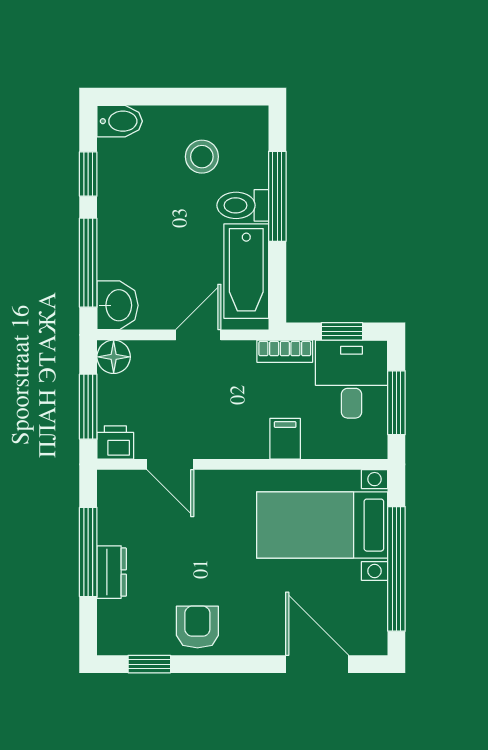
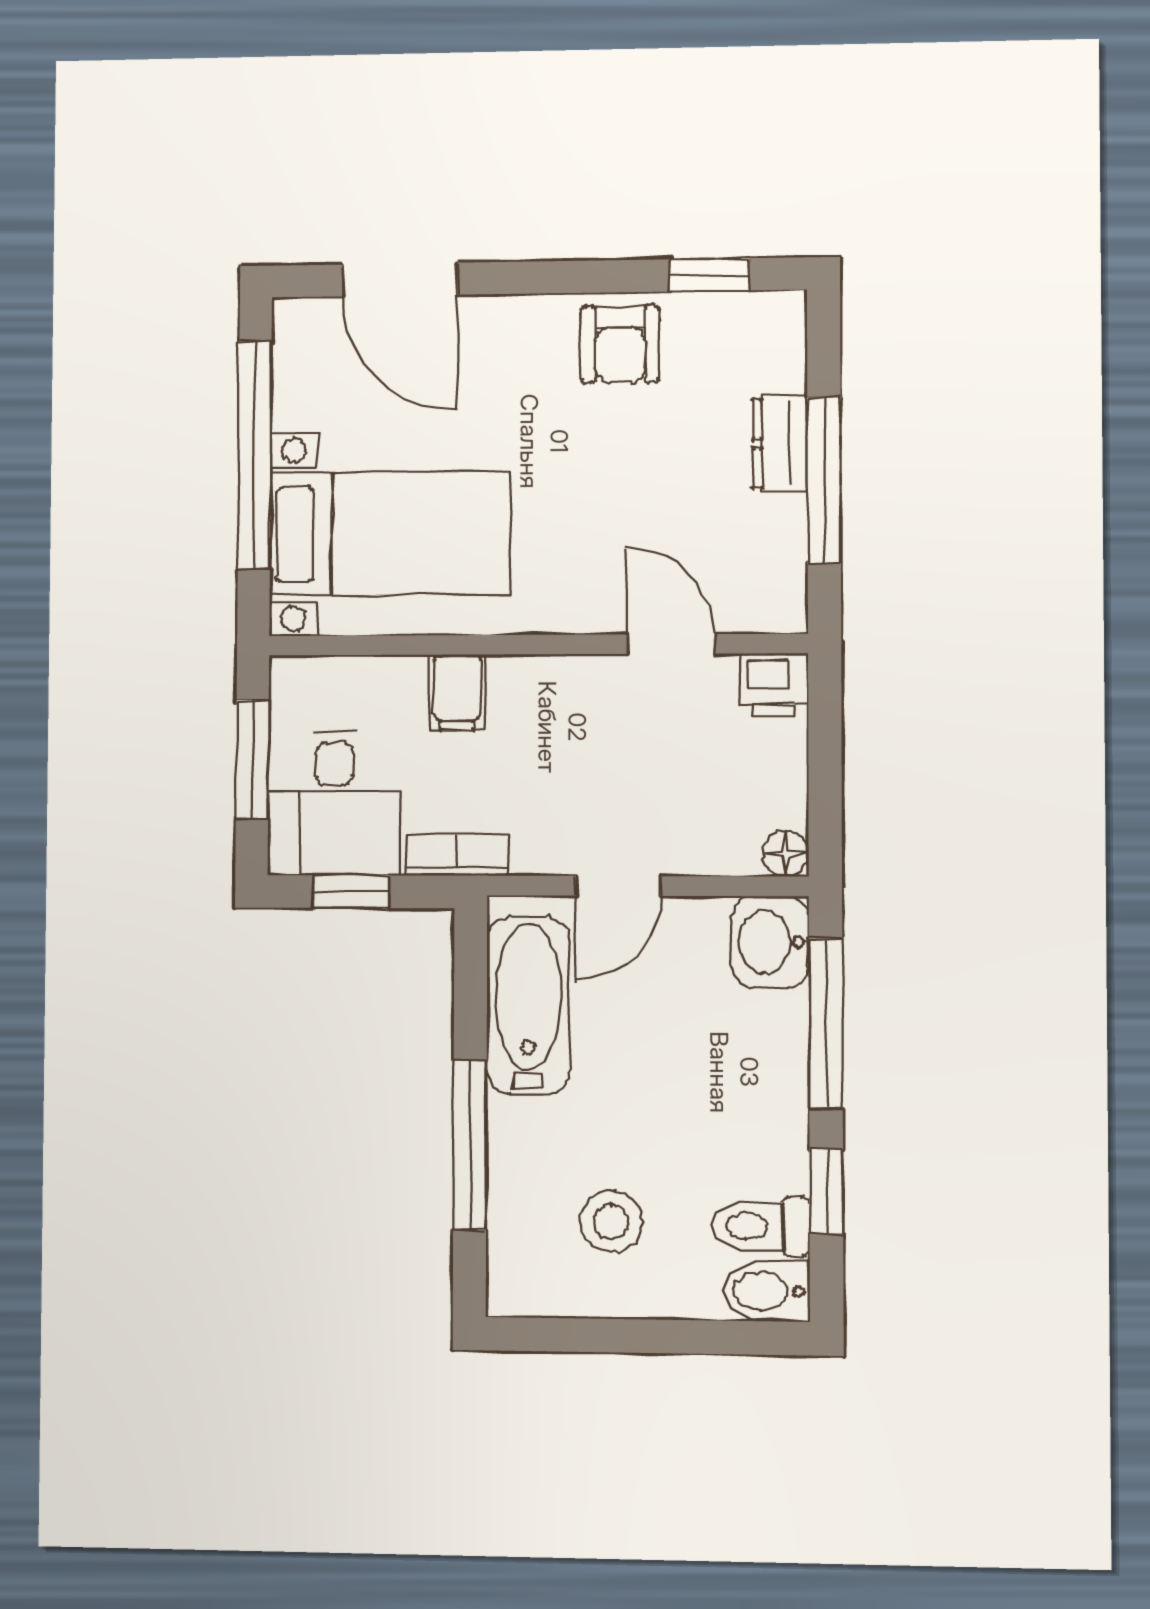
toilet: (243, 205) -> (761, 1226), moved, turned 180
floor lamp: (114, 357) -> (786, 854), width x0.73, depth x0.73
window: (88, 407) -> (825, 752), removed

